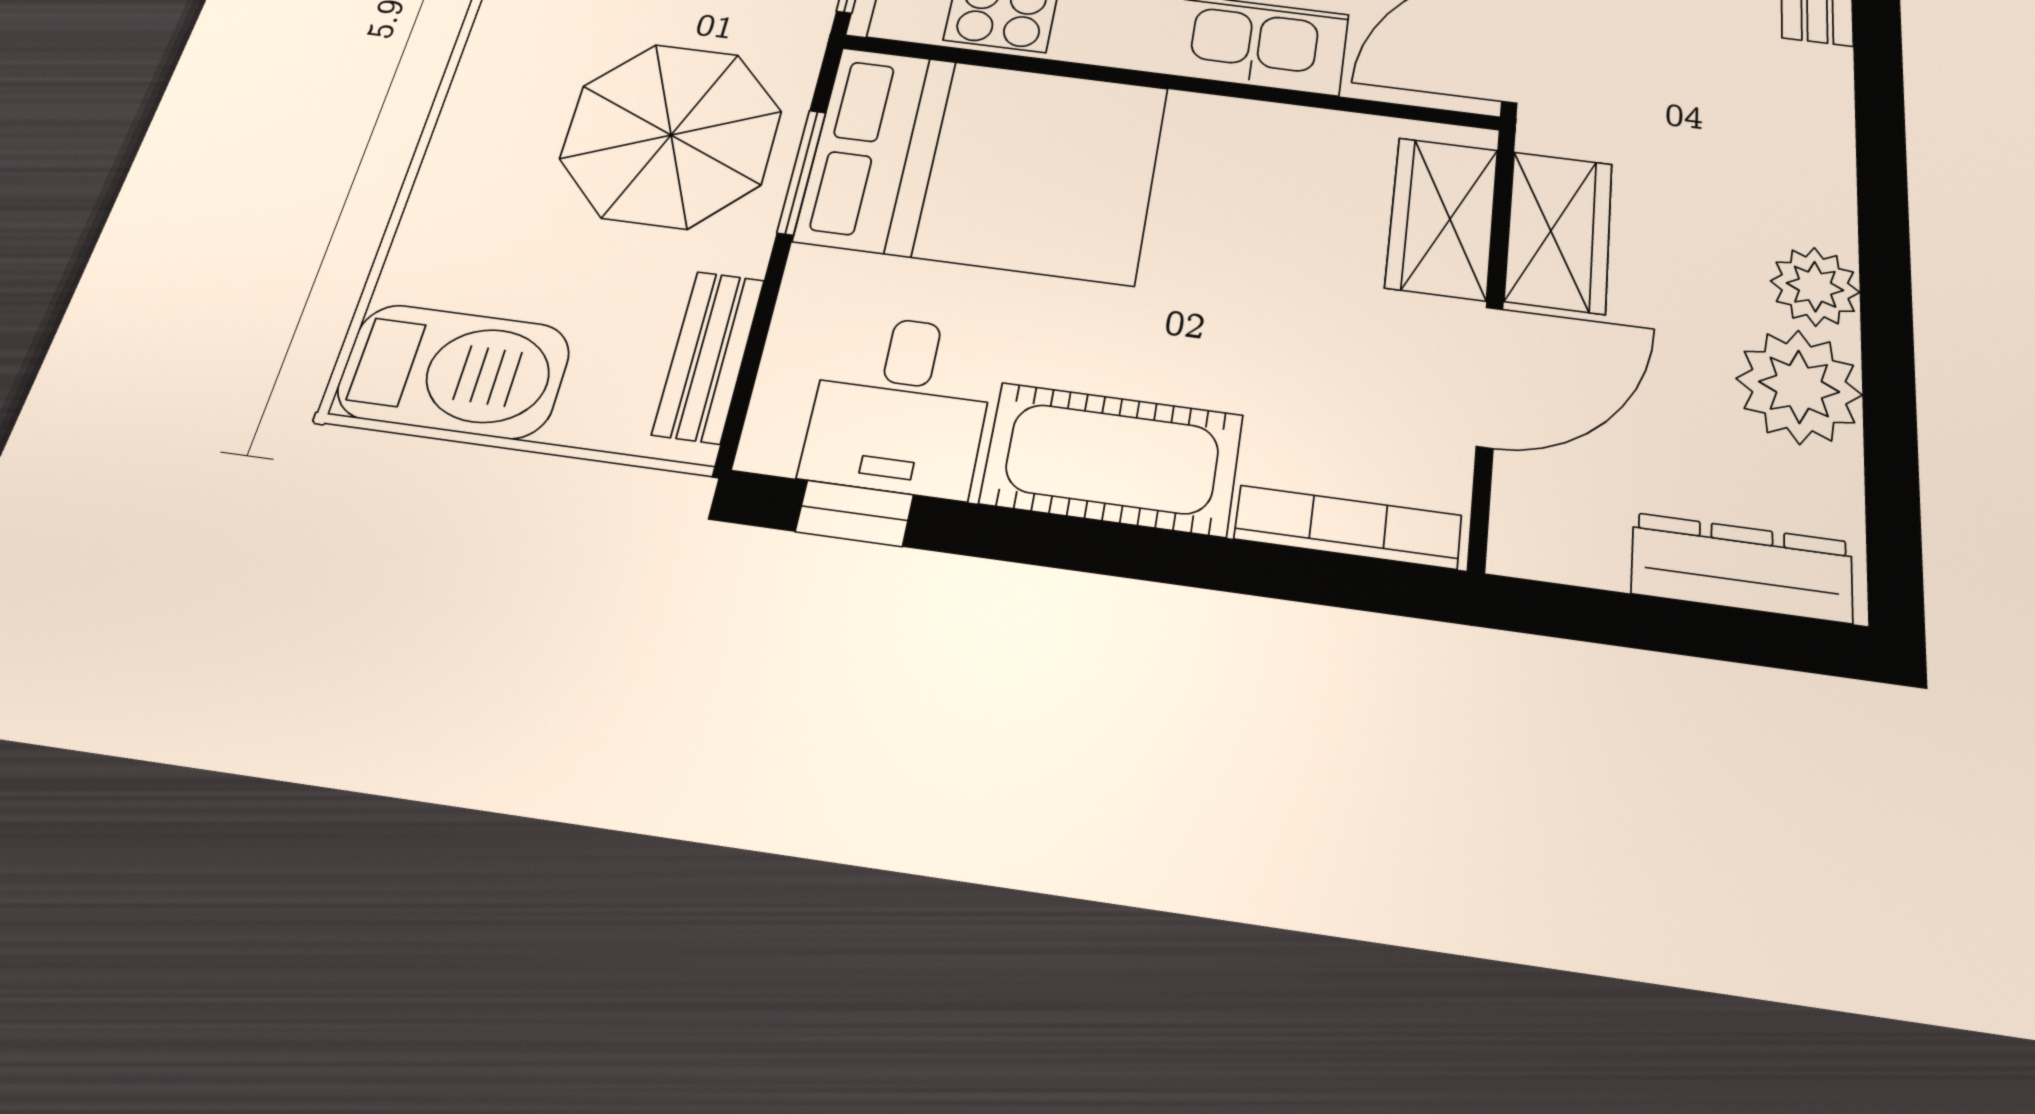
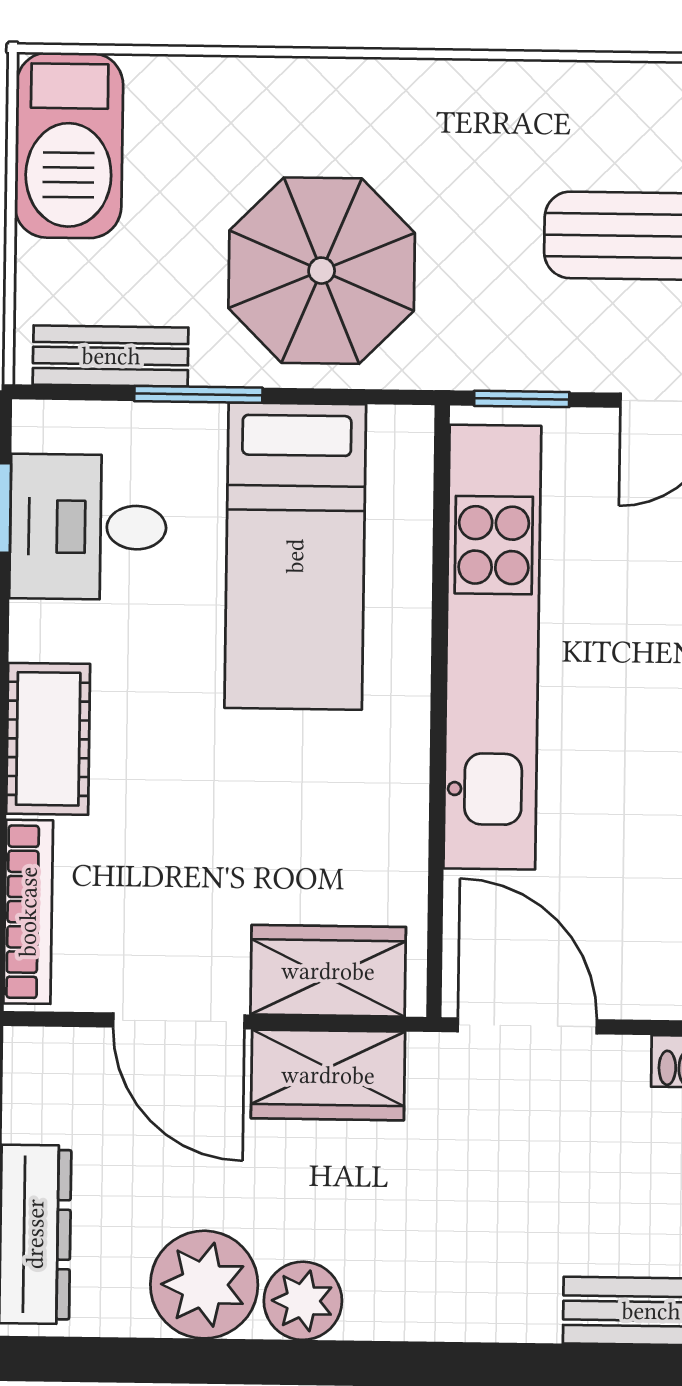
bed: (984, 164) -> (295, 556), width x0.67
window: (802, 172) -> (198, 394), moved
cot: (1112, 459) -> (48, 739), width x0.73, depth x0.75

